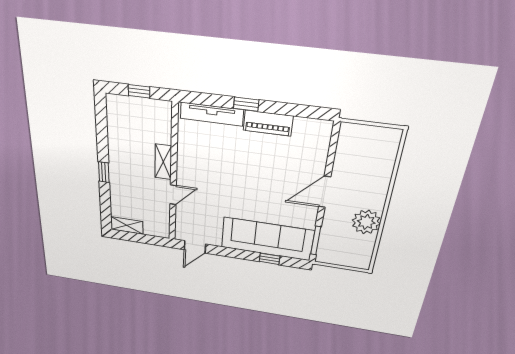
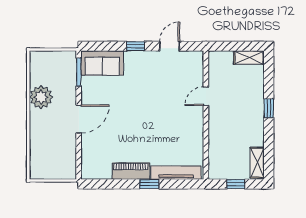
shelving: (163, 162) -> (257, 163), moved
sofa: (267, 239) -> (102, 63), width x0.54, depth x0.79
door: (195, 247) -> (170, 46), moved
window: (270, 259) -> (135, 46), moved

